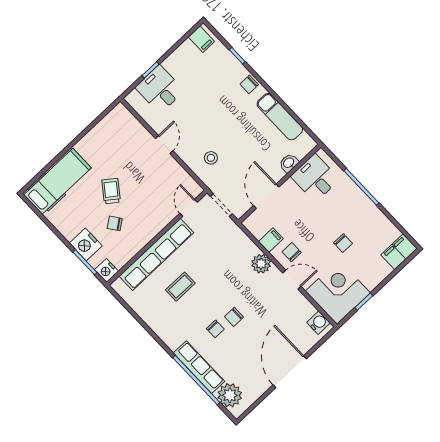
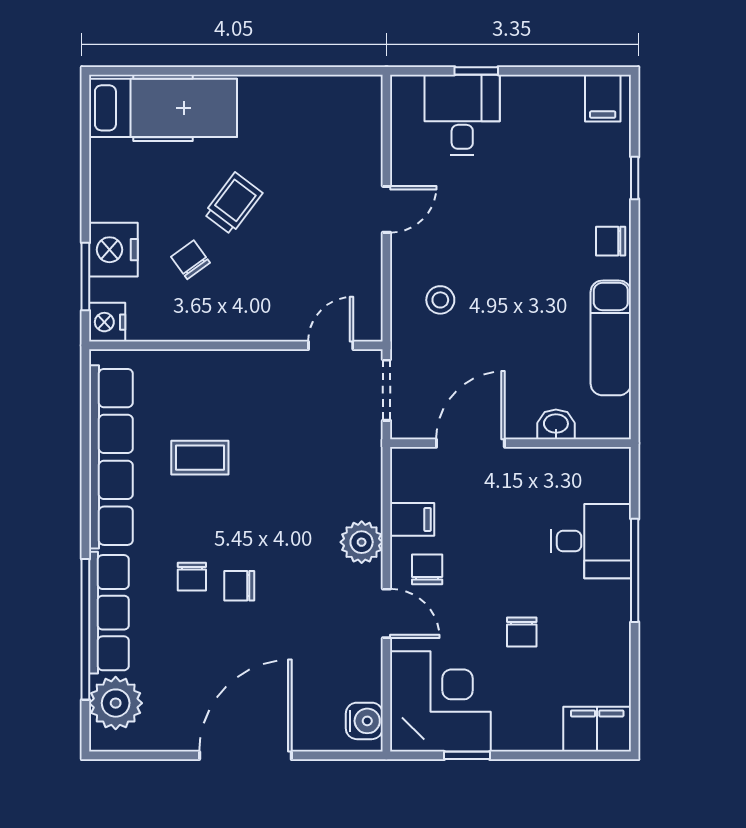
desk: (315, 178) -> (591, 541), moved, turned 90
row of seats: (156, 254) -> (111, 457), moved, turned -90

